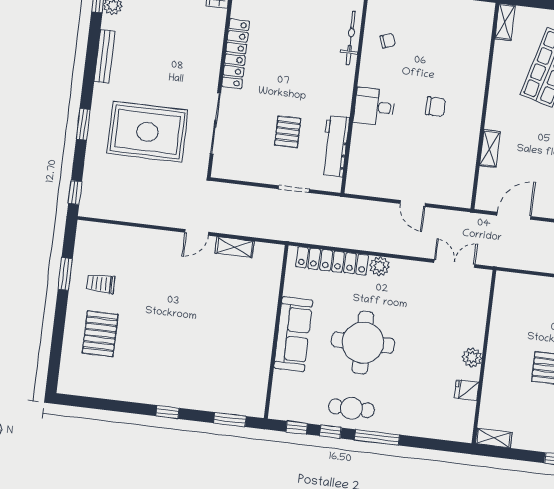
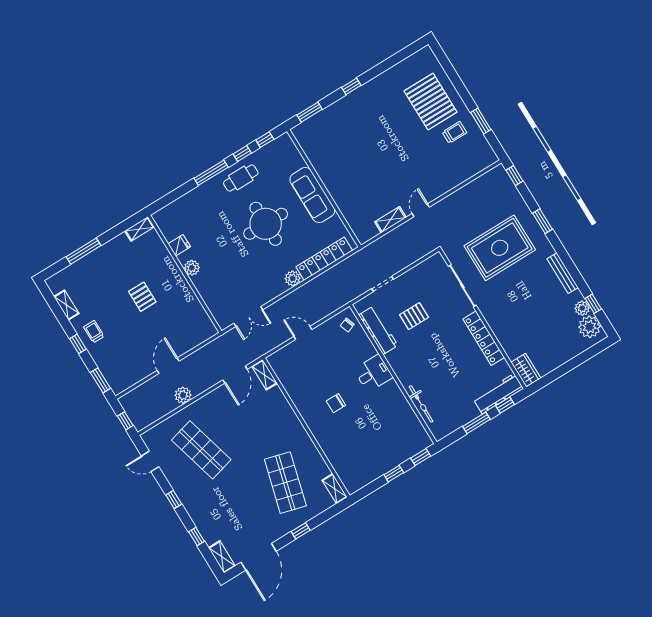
chair: (388, 41) -> (347, 325), moved
pallet: (288, 132) -> (414, 316), turned 90
shelving: (490, 149) -> (264, 375), moved
pallet: (100, 334) -> (430, 102), width x1.37, depth x1.41

